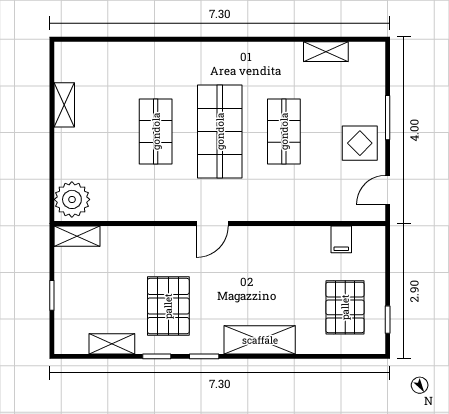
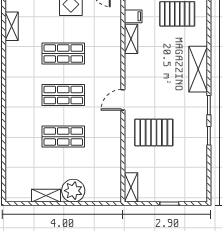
shop shelf: (220, 131) -> (63, 95), width x0.70, depth x0.74
plant: (72, 199) -> (73, 191), moved
door: (212, 224) -> (123, 100), swing flipped
pallet: (168, 306) -> (154, 133), moved
shelving: (112, 344) -> (131, 39), moved

